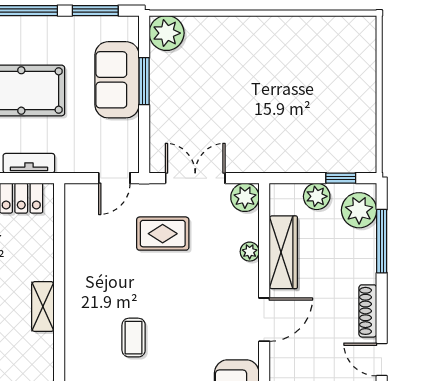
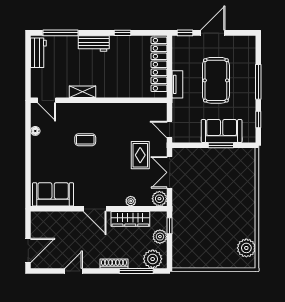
window: (95, 11) -> (258, 119), width x0.67
plant: (167, 33) -> (246, 248), moved
double door: (195, 178) -> (170, 172), swing flipped
window: (341, 178) -> (170, 226), moved
shelving: (43, 307) -> (82, 92), moved
shoe rack: (368, 311) -> (114, 264), moved

